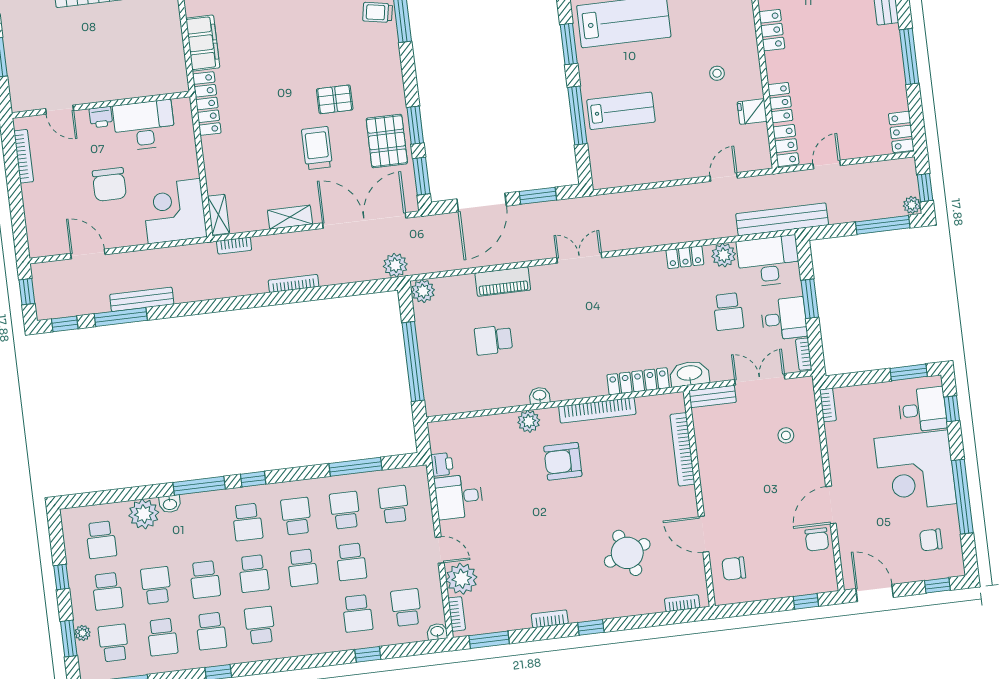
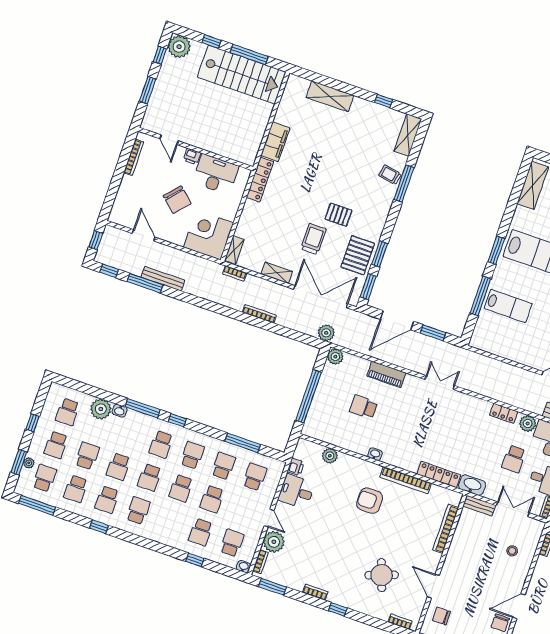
chair: (109, 184) -> (177, 200), turned -48
plant: (529, 421) -> (330, 456), moved

